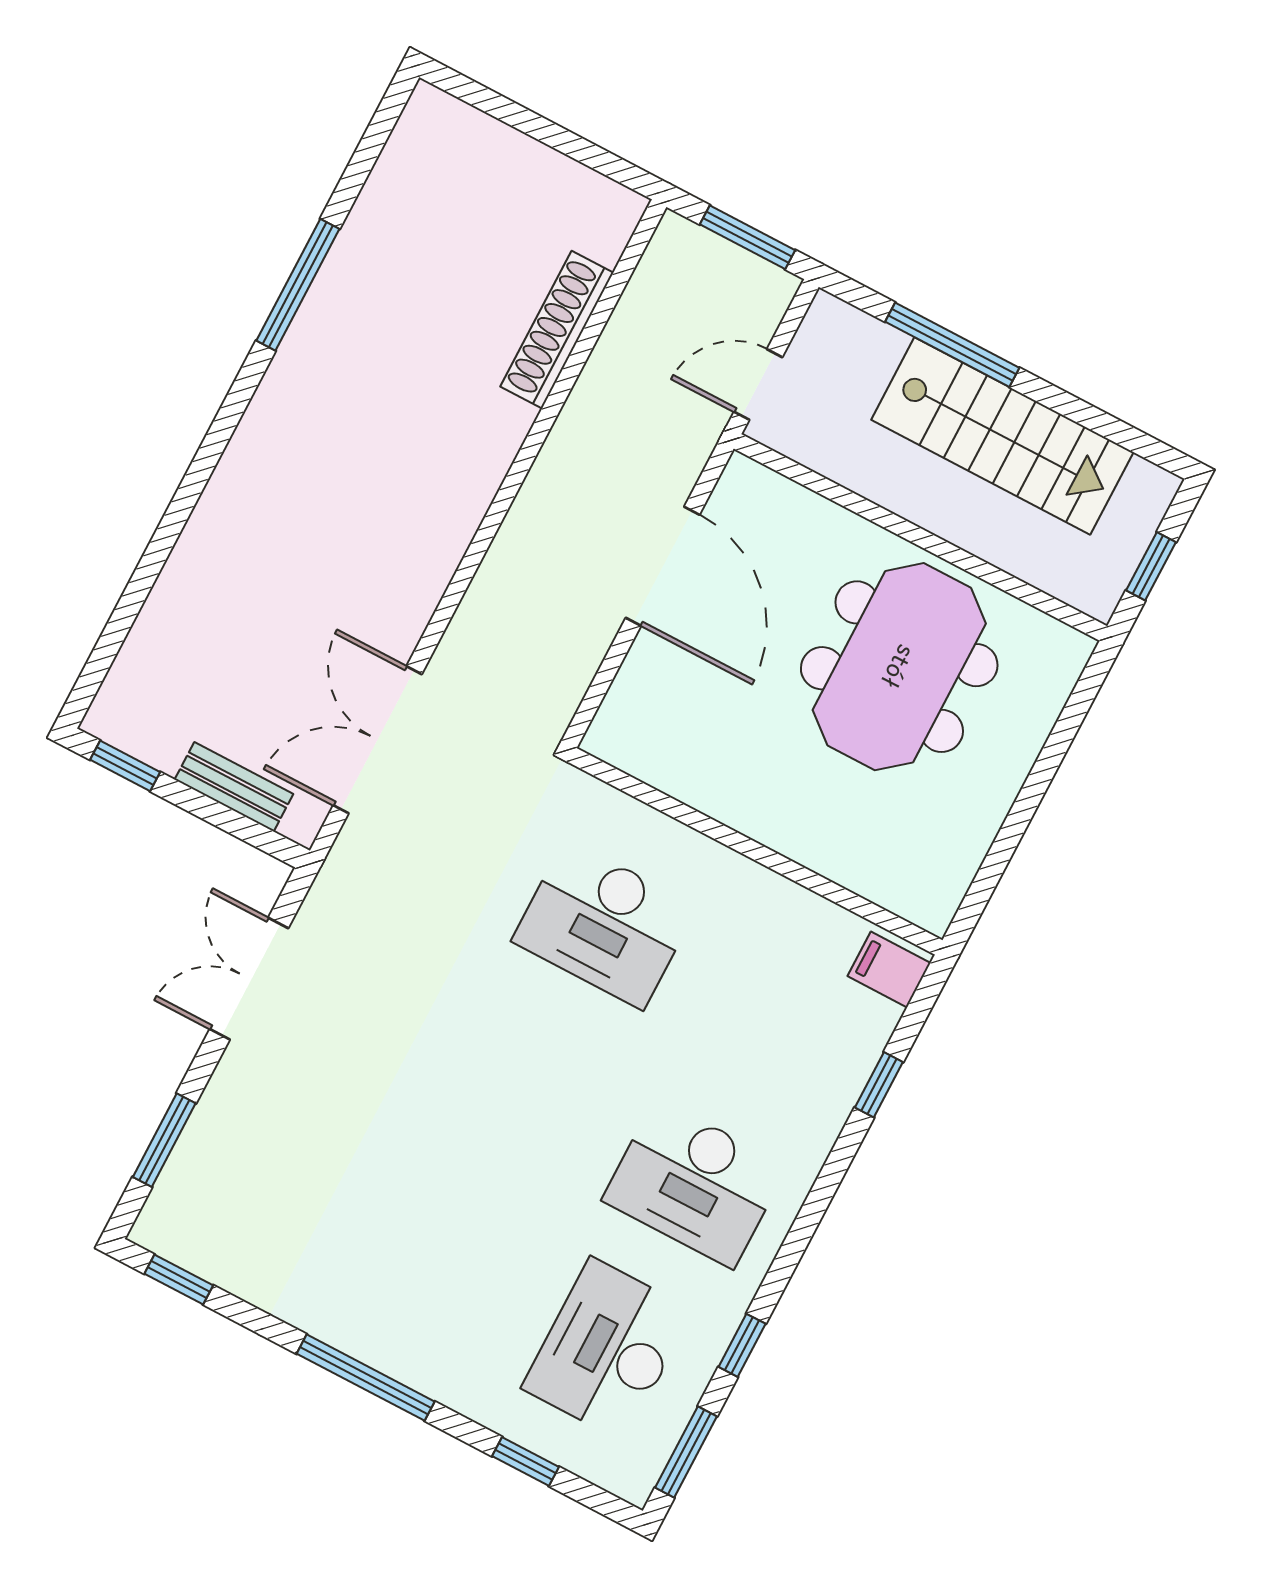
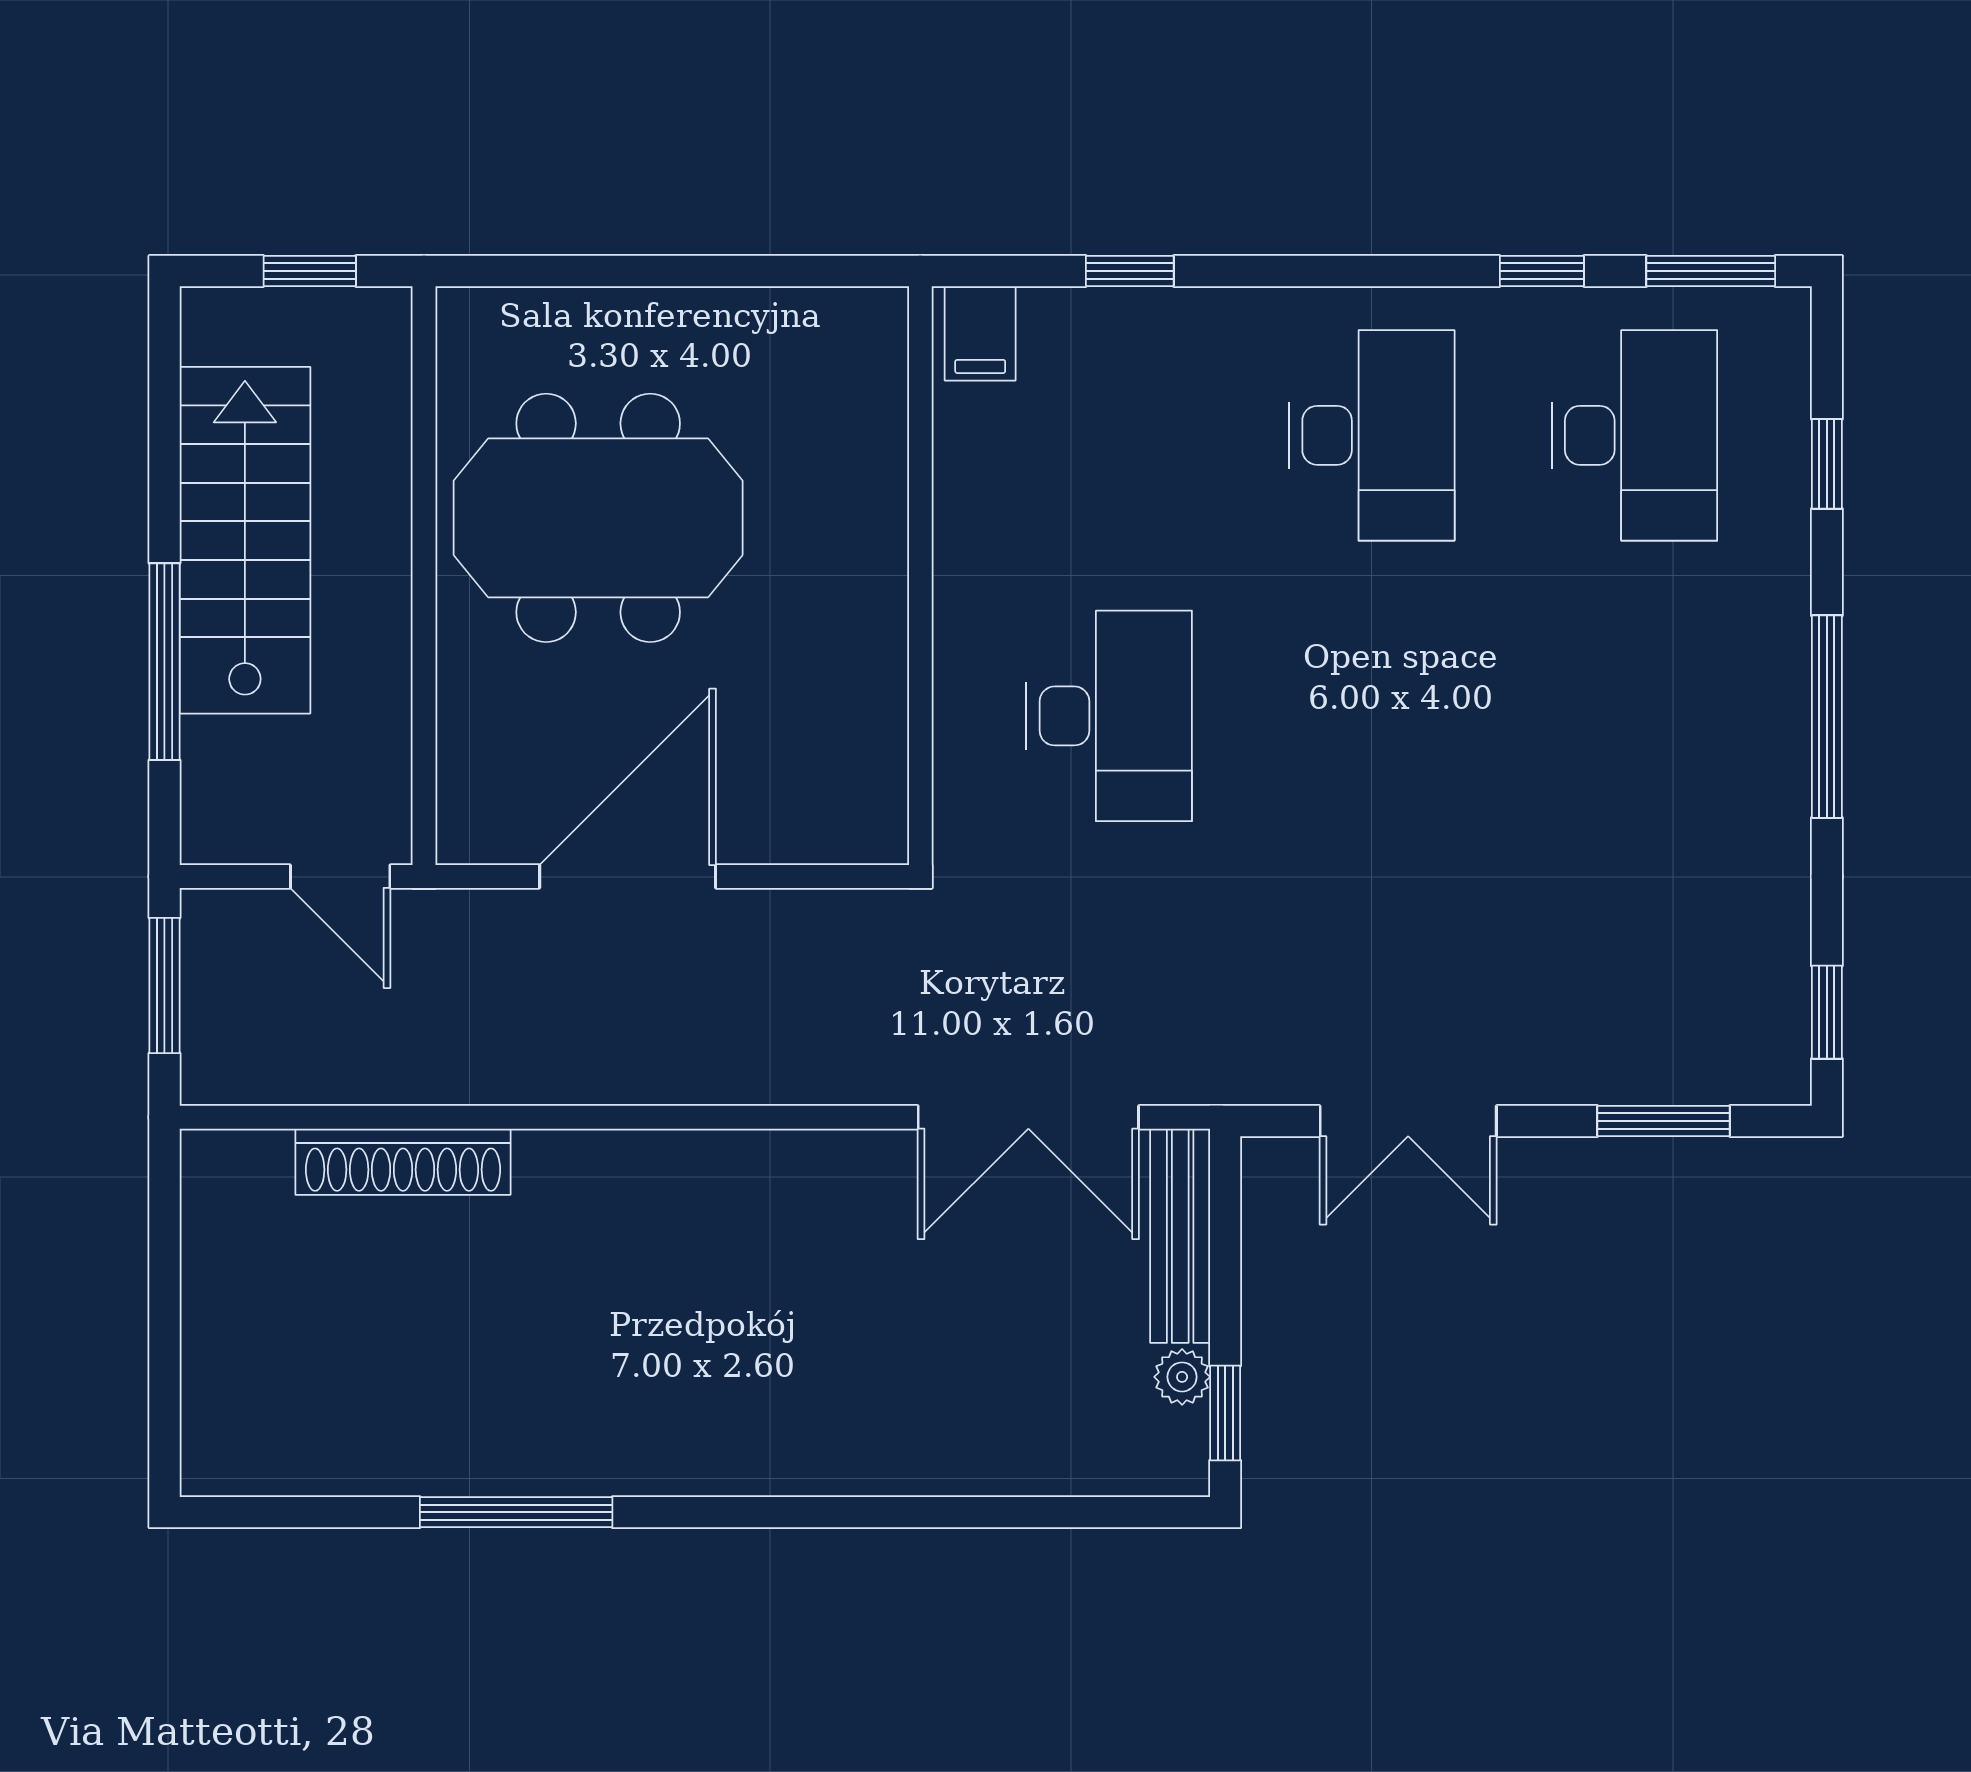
plant: (162, 751) -> (1182, 1377), added
bench: (234, 787) -> (1180, 1236), width x1.36
desk: (607, 1349) -> (1634, 435), turned -90

